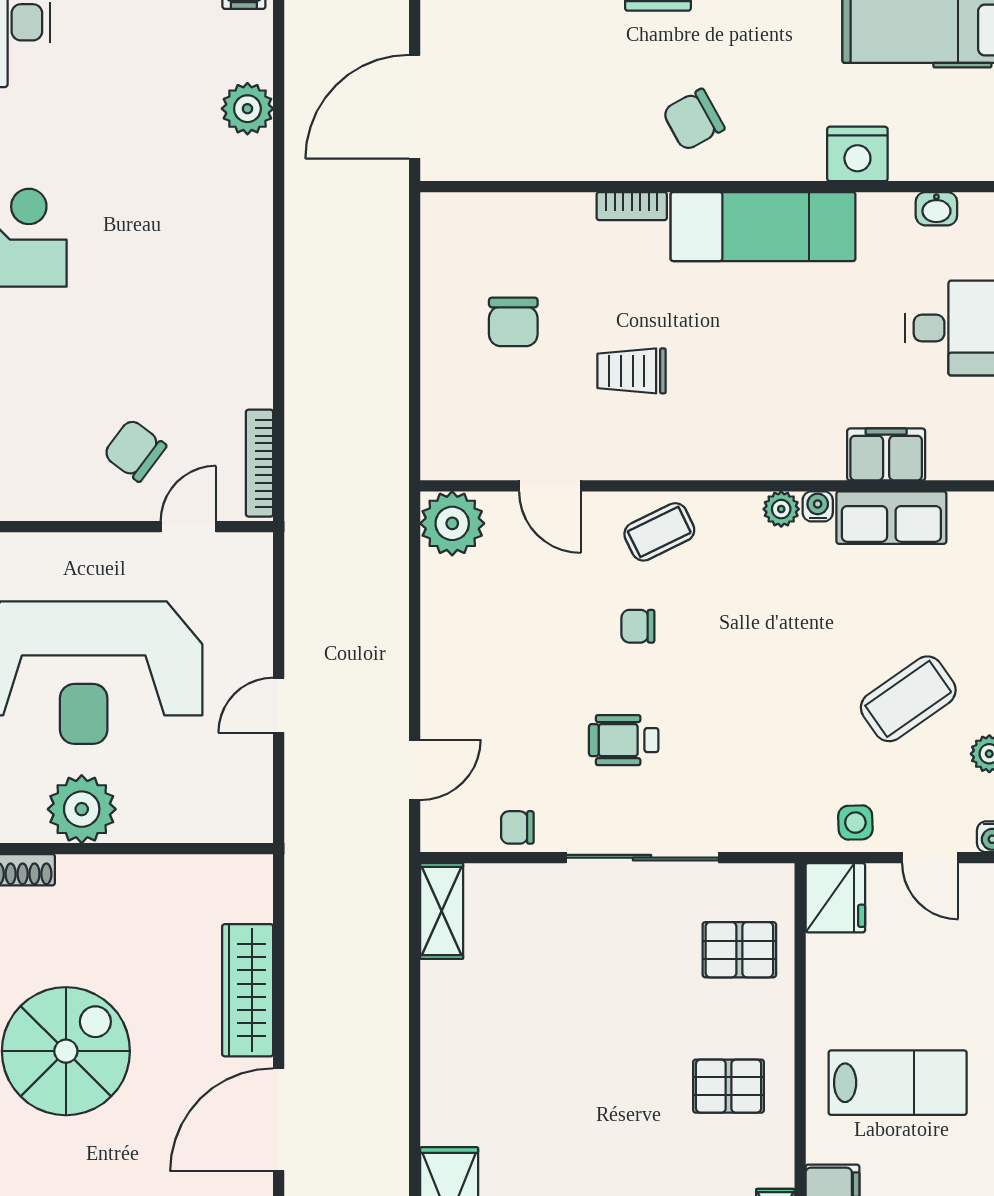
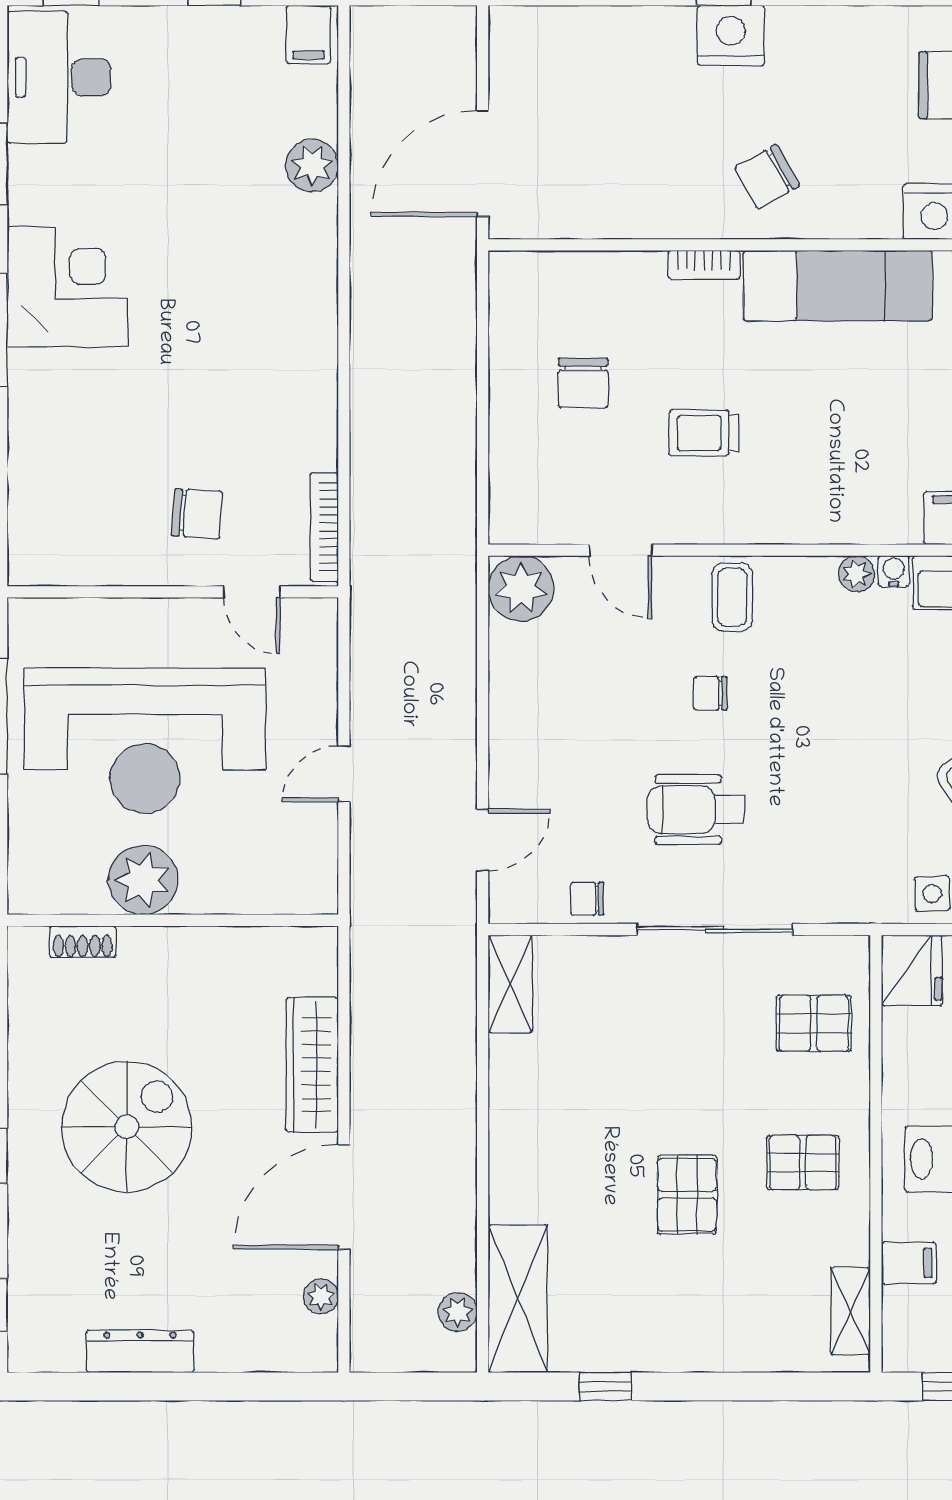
chair: (135, 450) -> (197, 514), turned 147
door: (188, 527) -> (252, 592), swing flipped
coffee table: (659, 532) -> (732, 597), turned -64
wheelchair: (624, 740) -> (696, 810), width x1.36, depth x1.37
pallet: (615, 1118) -> (687, 1195), added

